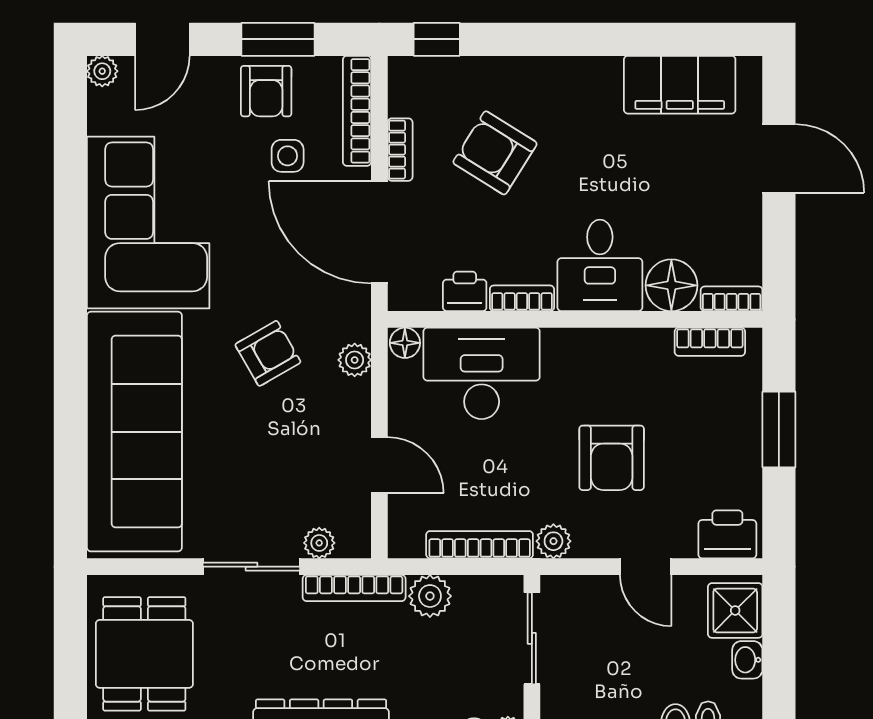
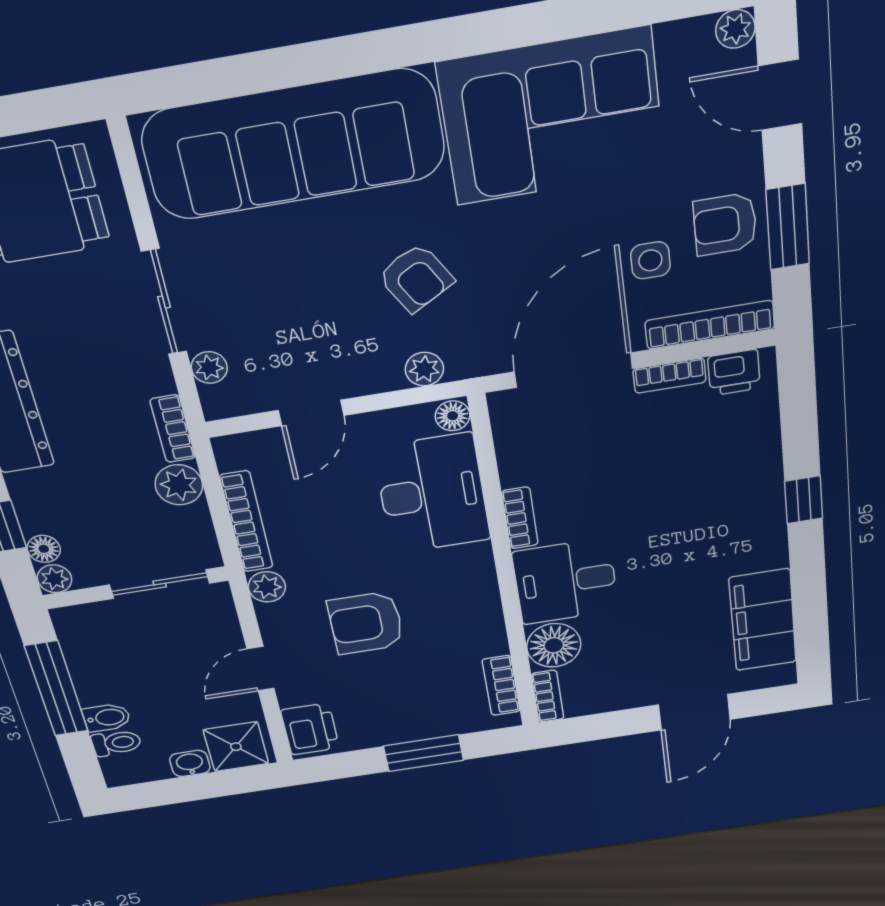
window: (437, 39) -> (804, 500), moved
armchair: (495, 153) -> (675, 468), removed
printer: (465, 291) -> (734, 373), moved, turned 90
bookcase: (354, 588) -> (173, 429), width x0.64

